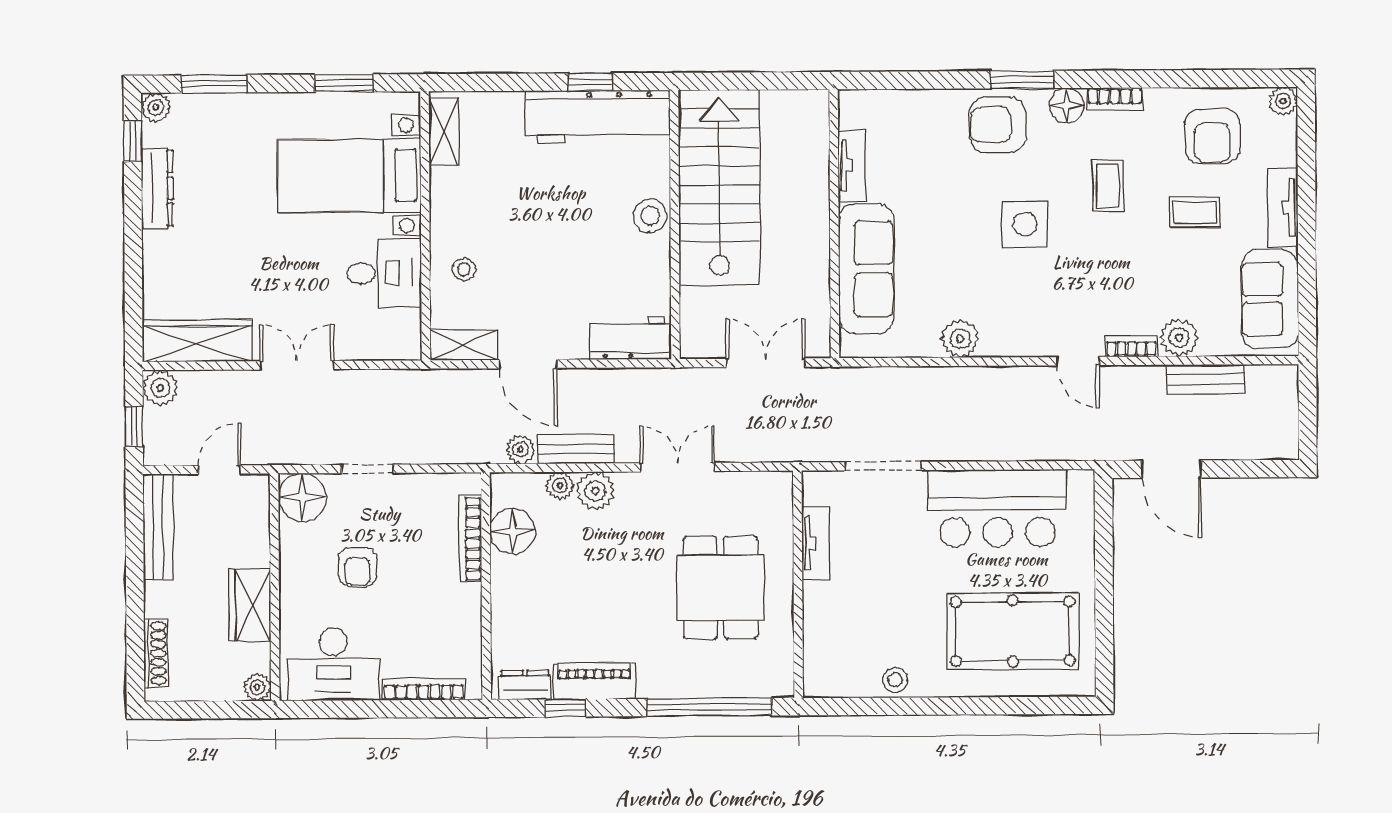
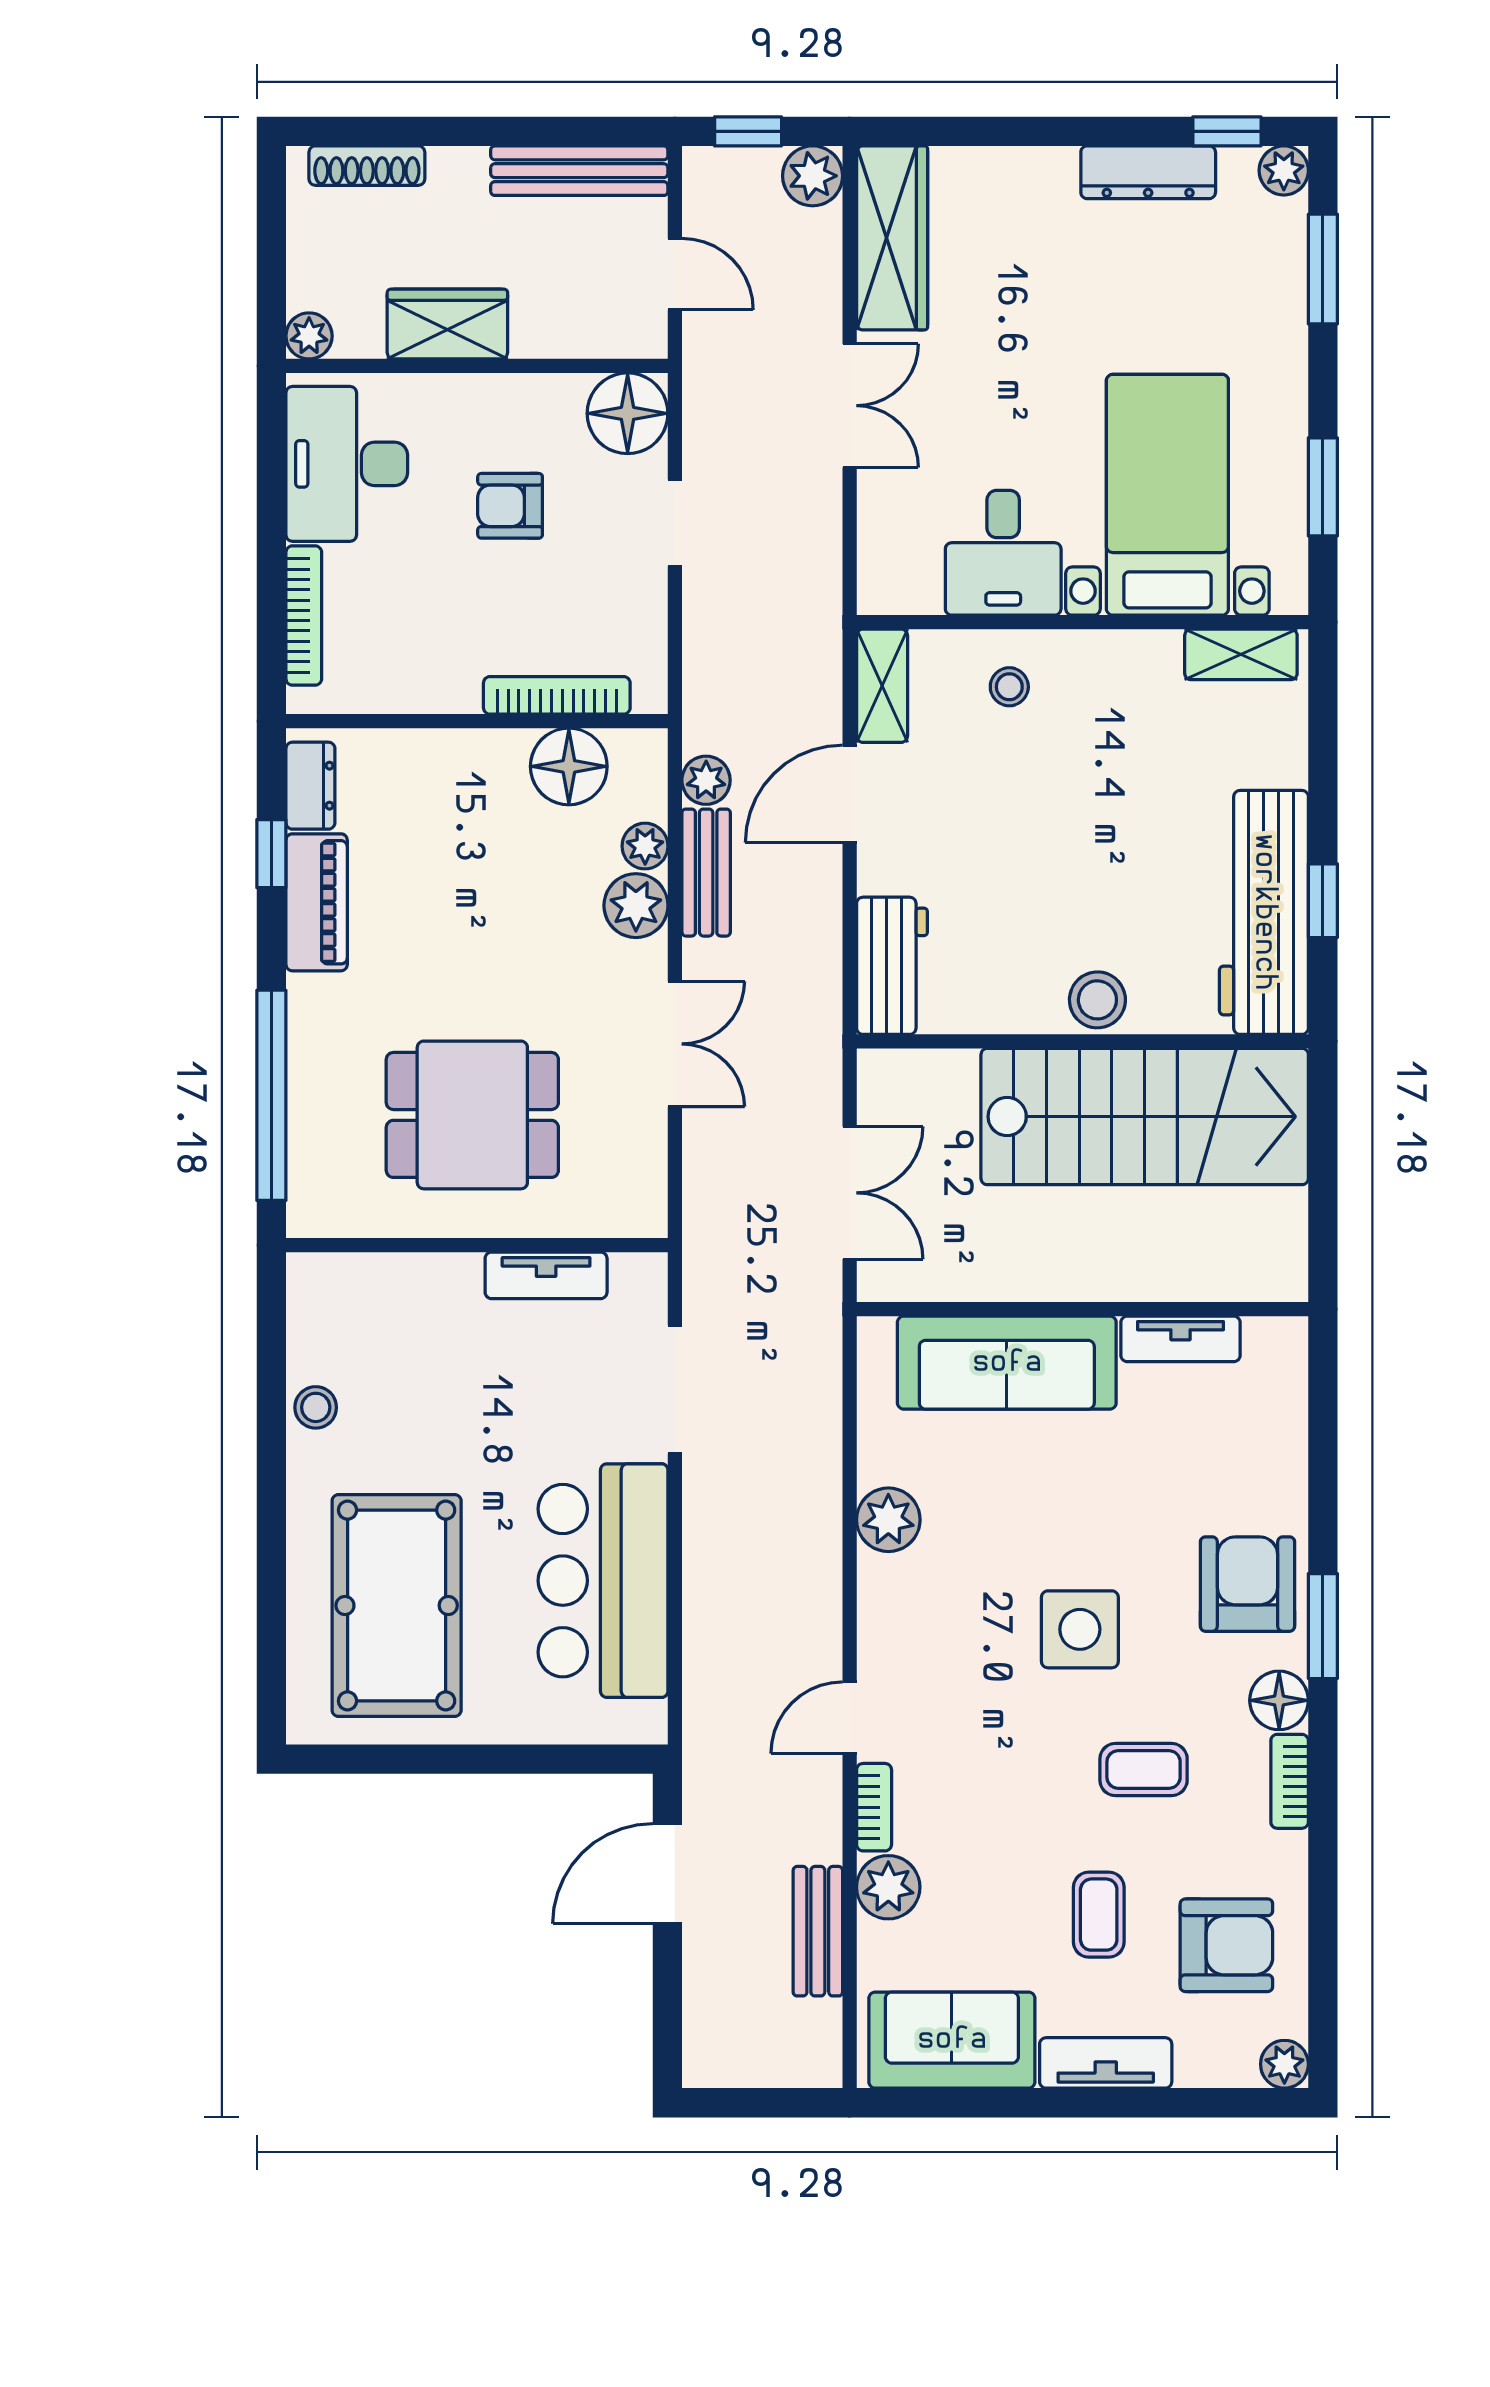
armchair: (1212, 136) -> (1226, 1945), turned 180

